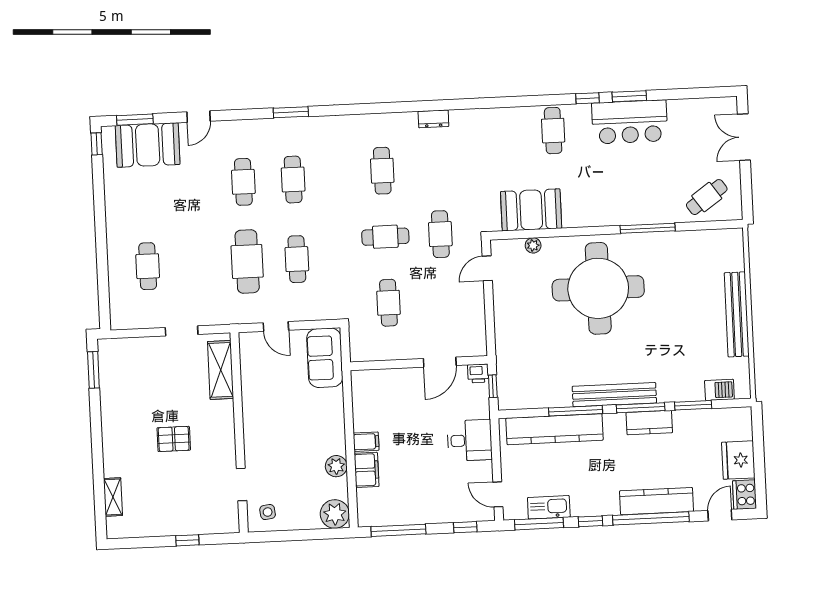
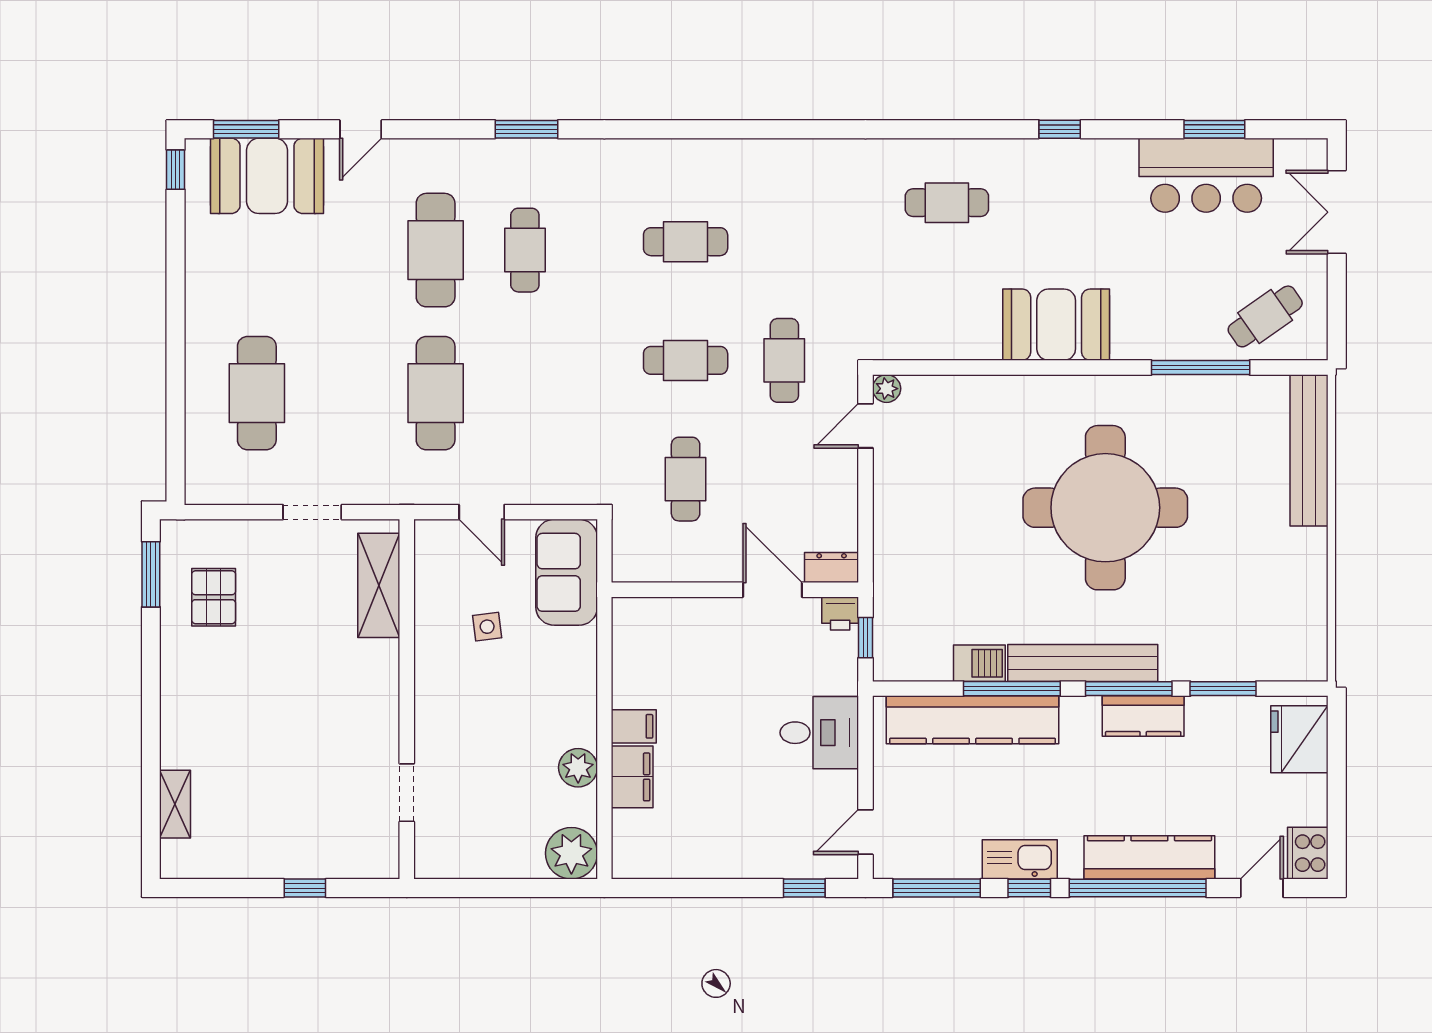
window: (629, 96) -> (1214, 129), moved
dresser: (433, 119) -> (832, 568), moved, turned 180
bar counter: (630, 122) -> (1206, 175), moved
cafe table: (553, 131) -> (947, 203), moved, turned 90
cafe table: (382, 171) -> (686, 242), turned 90
cafe table: (243, 182) -> (436, 250), width x1.37, depth x1.35
booth: (531, 210) -> (1056, 325), moved
window: (648, 228) -> (1201, 367), moved
plant: (533, 245) -> (887, 389), moved
cafe table: (297, 259) -> (525, 393), removed
cafe table: (148, 266) -> (257, 393), width x1.37, depth x1.35
round table: (598, 288) -> (1105, 508), moved
bench: (737, 314) -> (1309, 450), moved
door: (440, 362) -> (772, 590), swing flipped
barbecue: (719, 390) -> (979, 663), moved
pallet: (174, 439) -> (214, 597), moved, turned 90
fridge: (738, 460) -> (1299, 739), moved
door: (498, 494) -> (866, 832), hinge flipped
kitchen sink: (549, 507) -> (1020, 859), moved
side table: (268, 512) -> (487, 627), moved
window: (398, 530) -> (684, 888), removed

